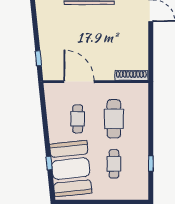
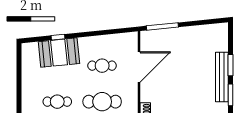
window: (38, 58) -> (162, 26), width x2.17
booth: (71, 169) -> (59, 53), width x0.73, depth x0.70

